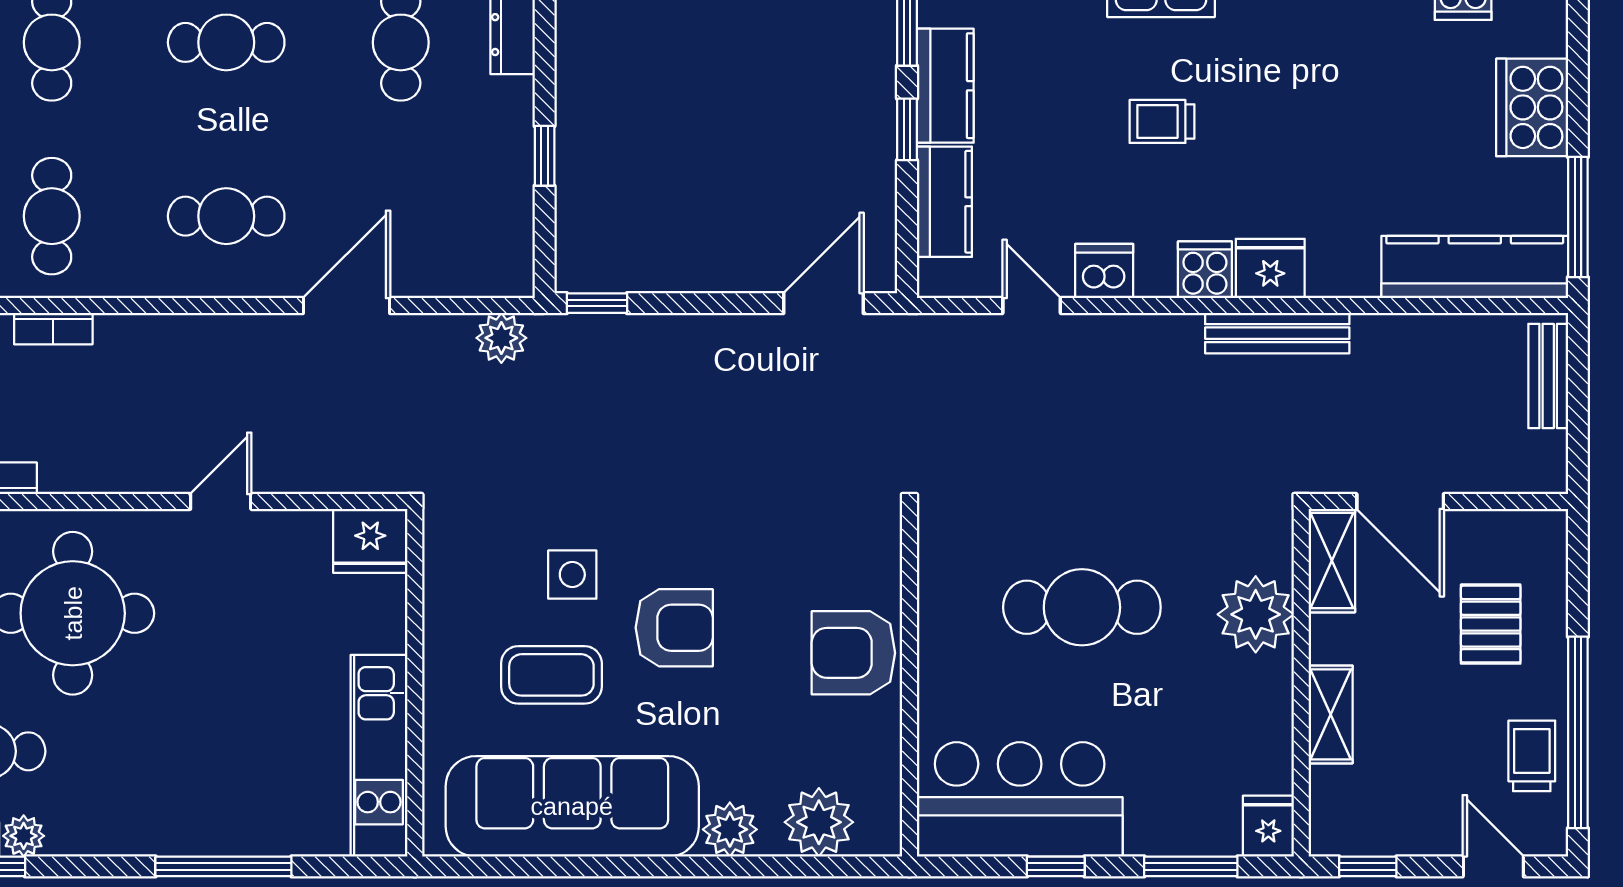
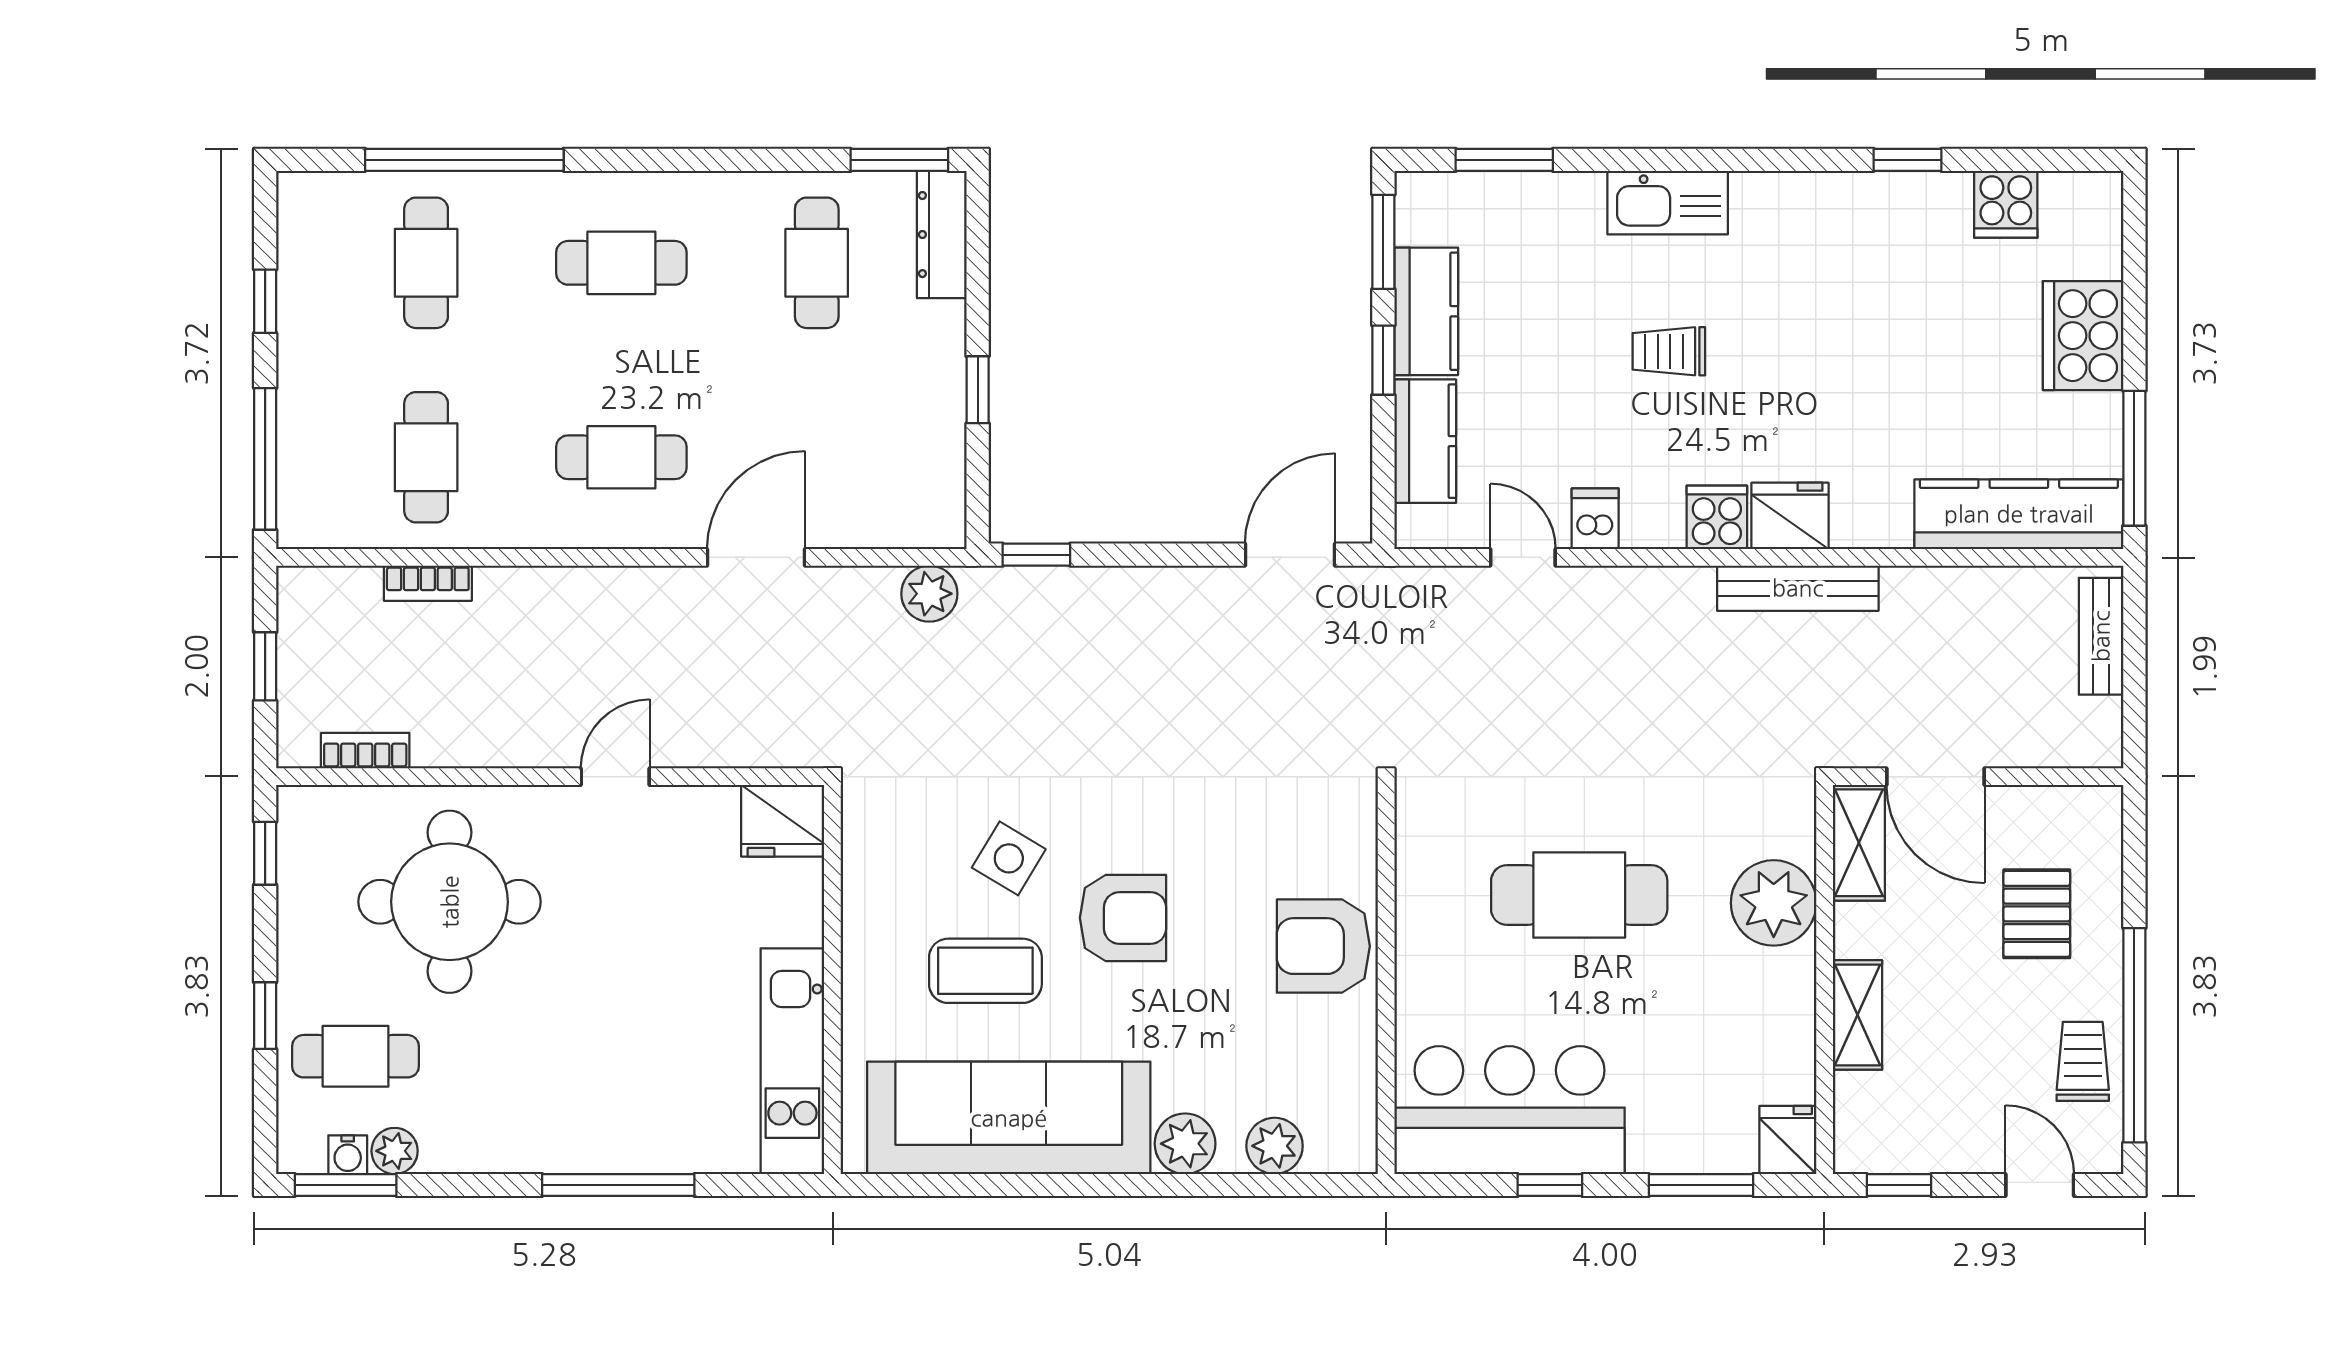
dishwasher: (1104, 271) -> (1595, 519), width x0.73
side table: (572, 575) -> (1009, 858), turned 31
plant: (819, 822) -> (1275, 1146), width x0.73, depth x0.73

